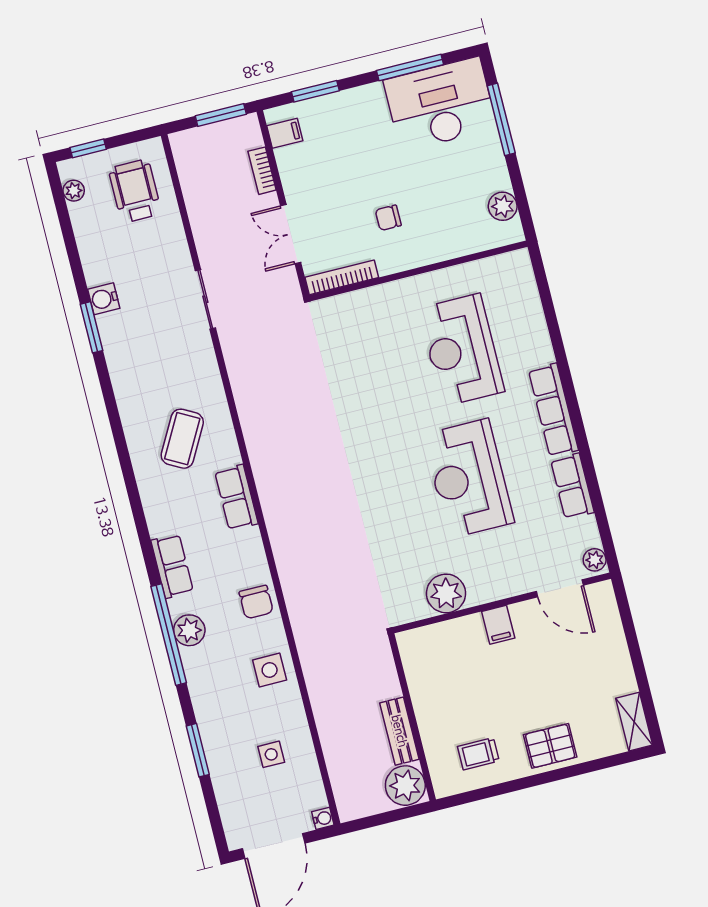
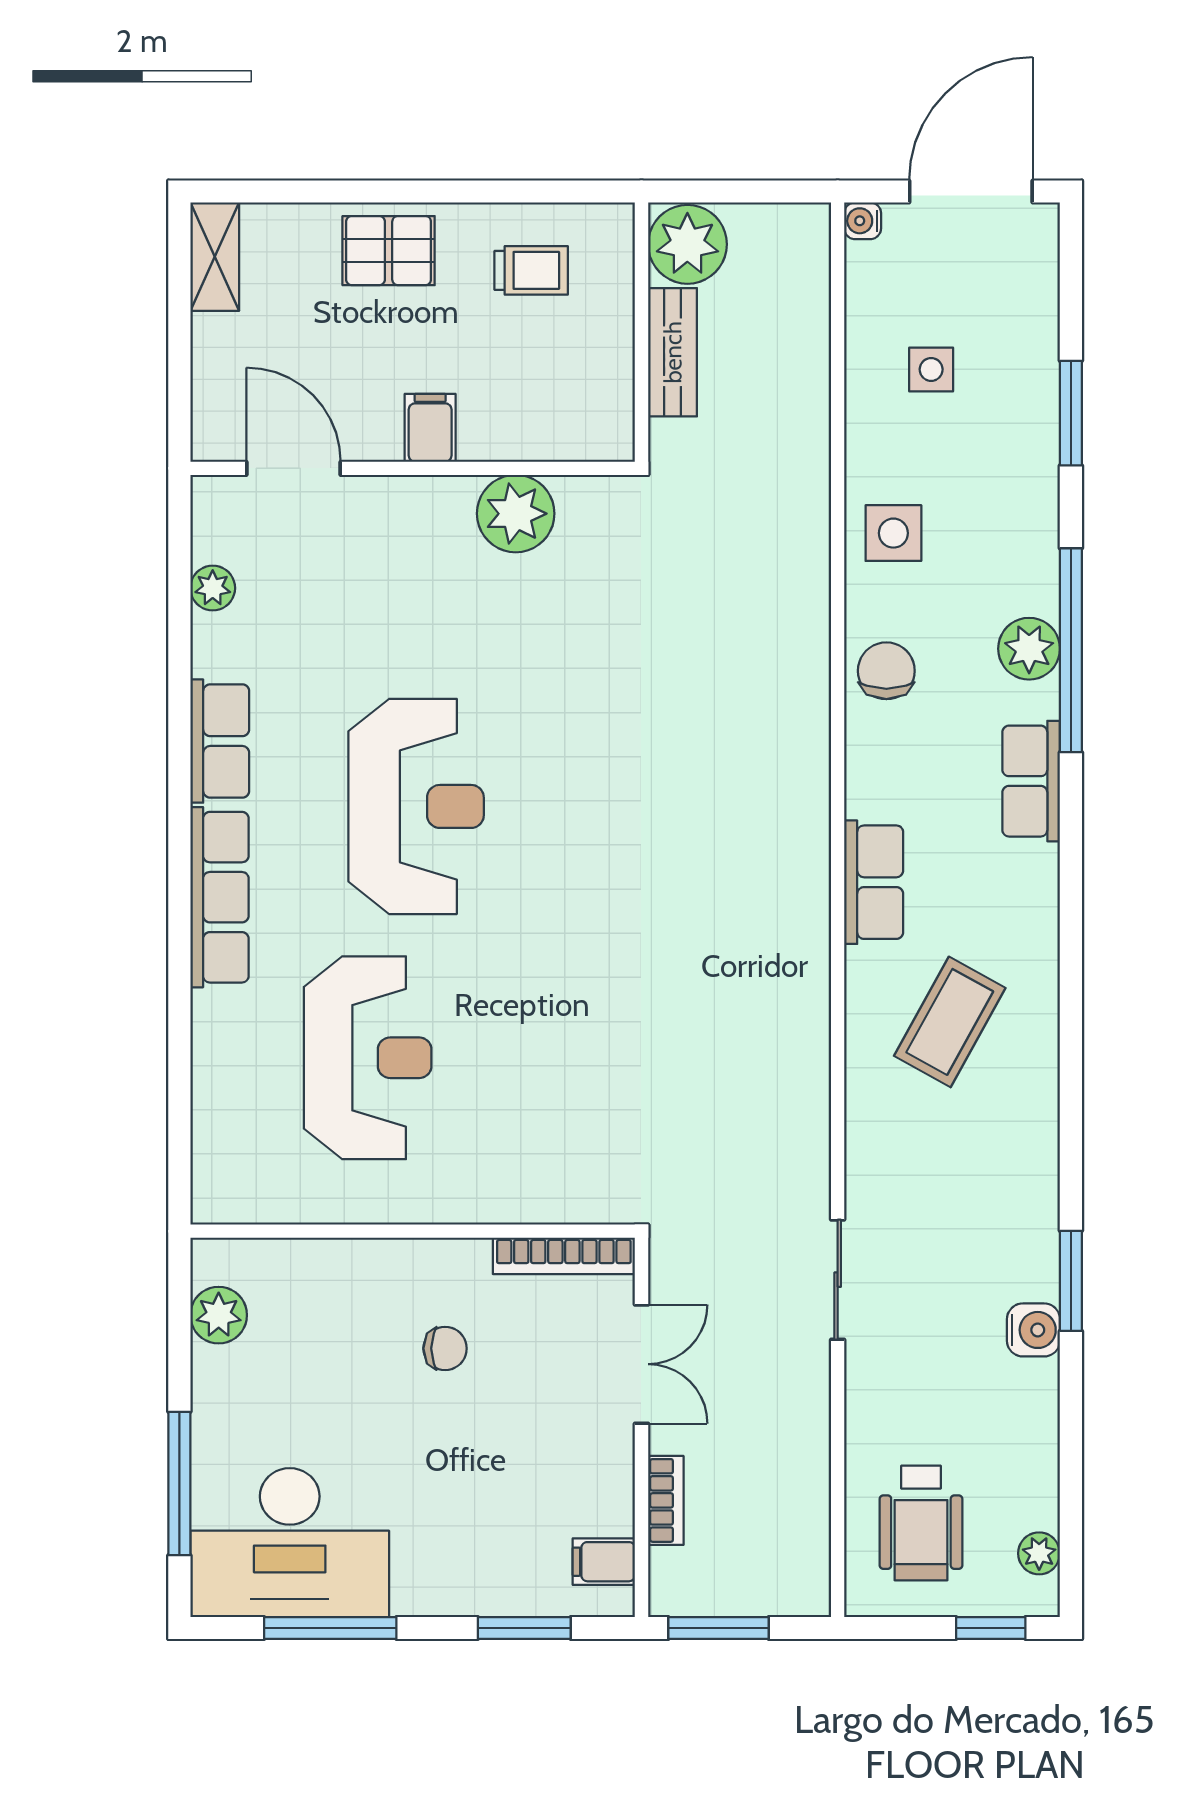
door: (560, 588) -> (294, 468), moved
plant: (446, 593) -> (516, 514), moved
wall: (502, 603) -> (413, 468), moved
filing cabinet: (498, 625) -> (430, 428), moved

